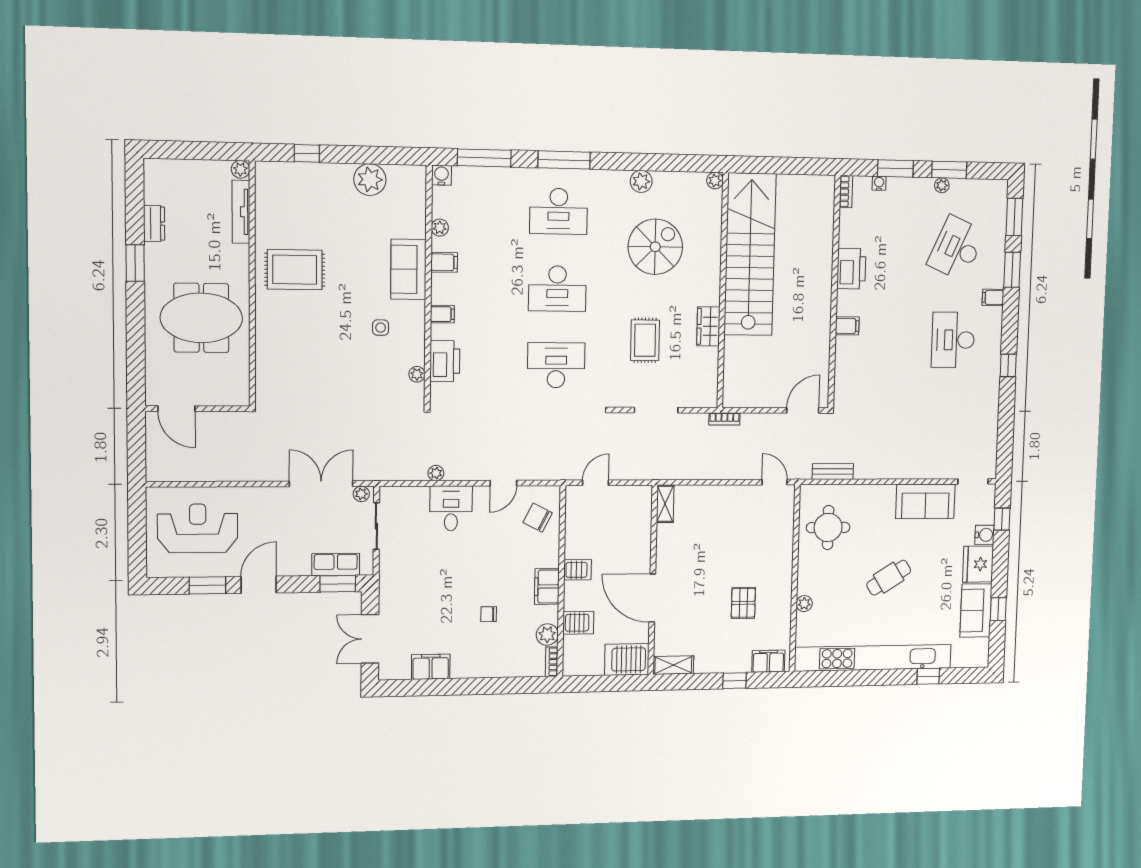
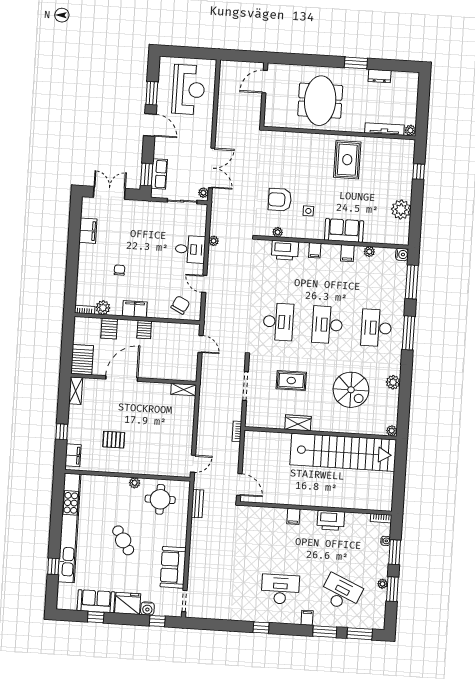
armchair: (365, 374) -> (280, 200), added
plant: (804, 604) -> (135, 483), moved

